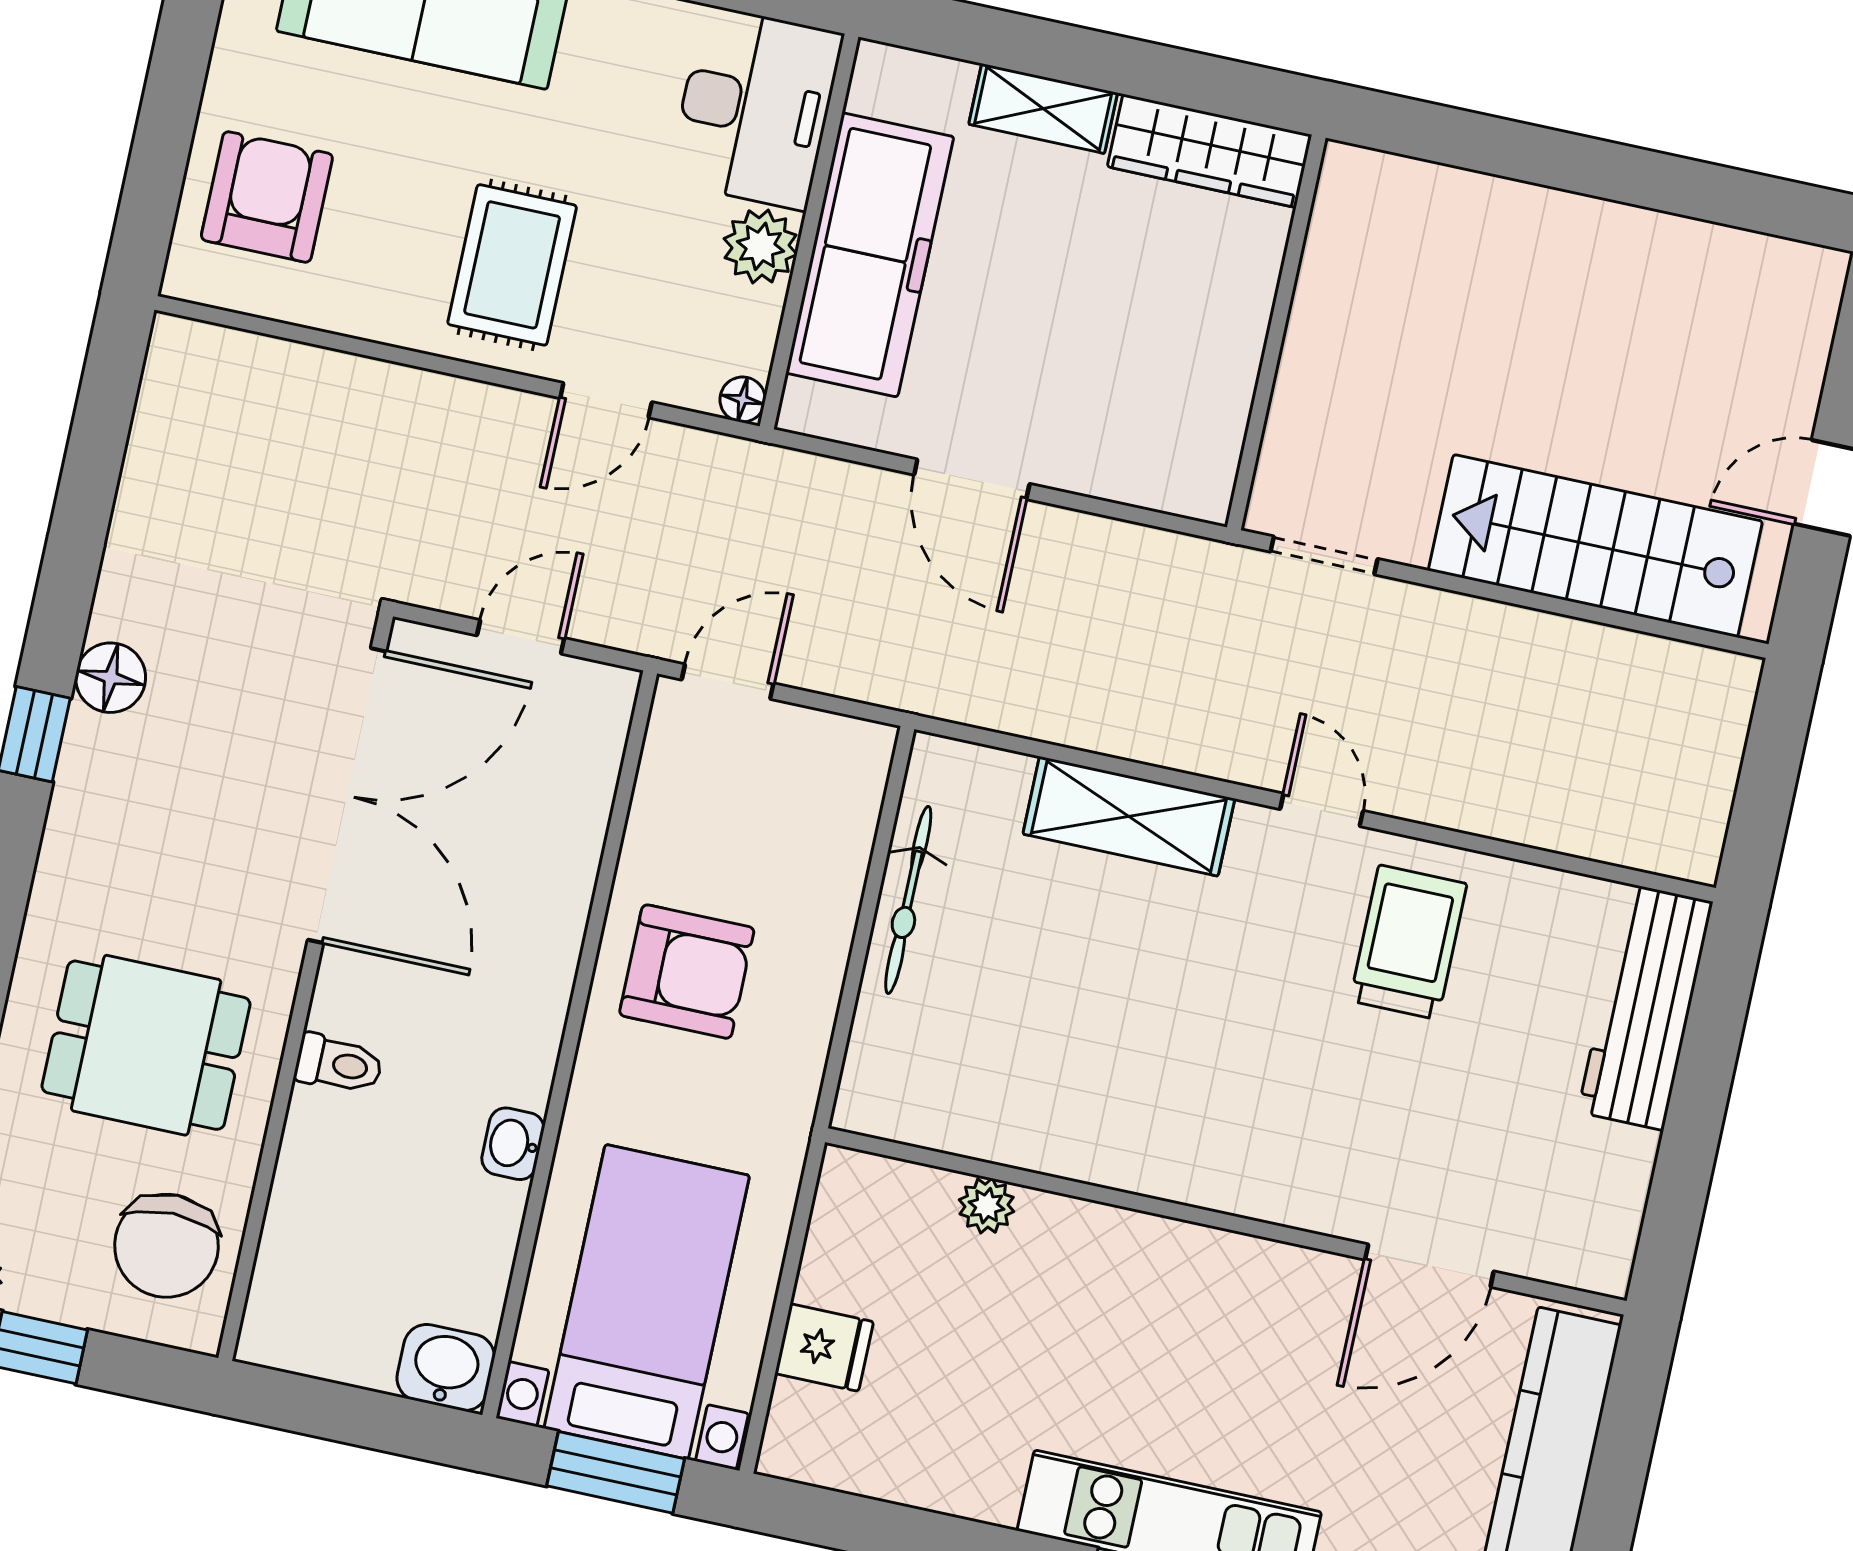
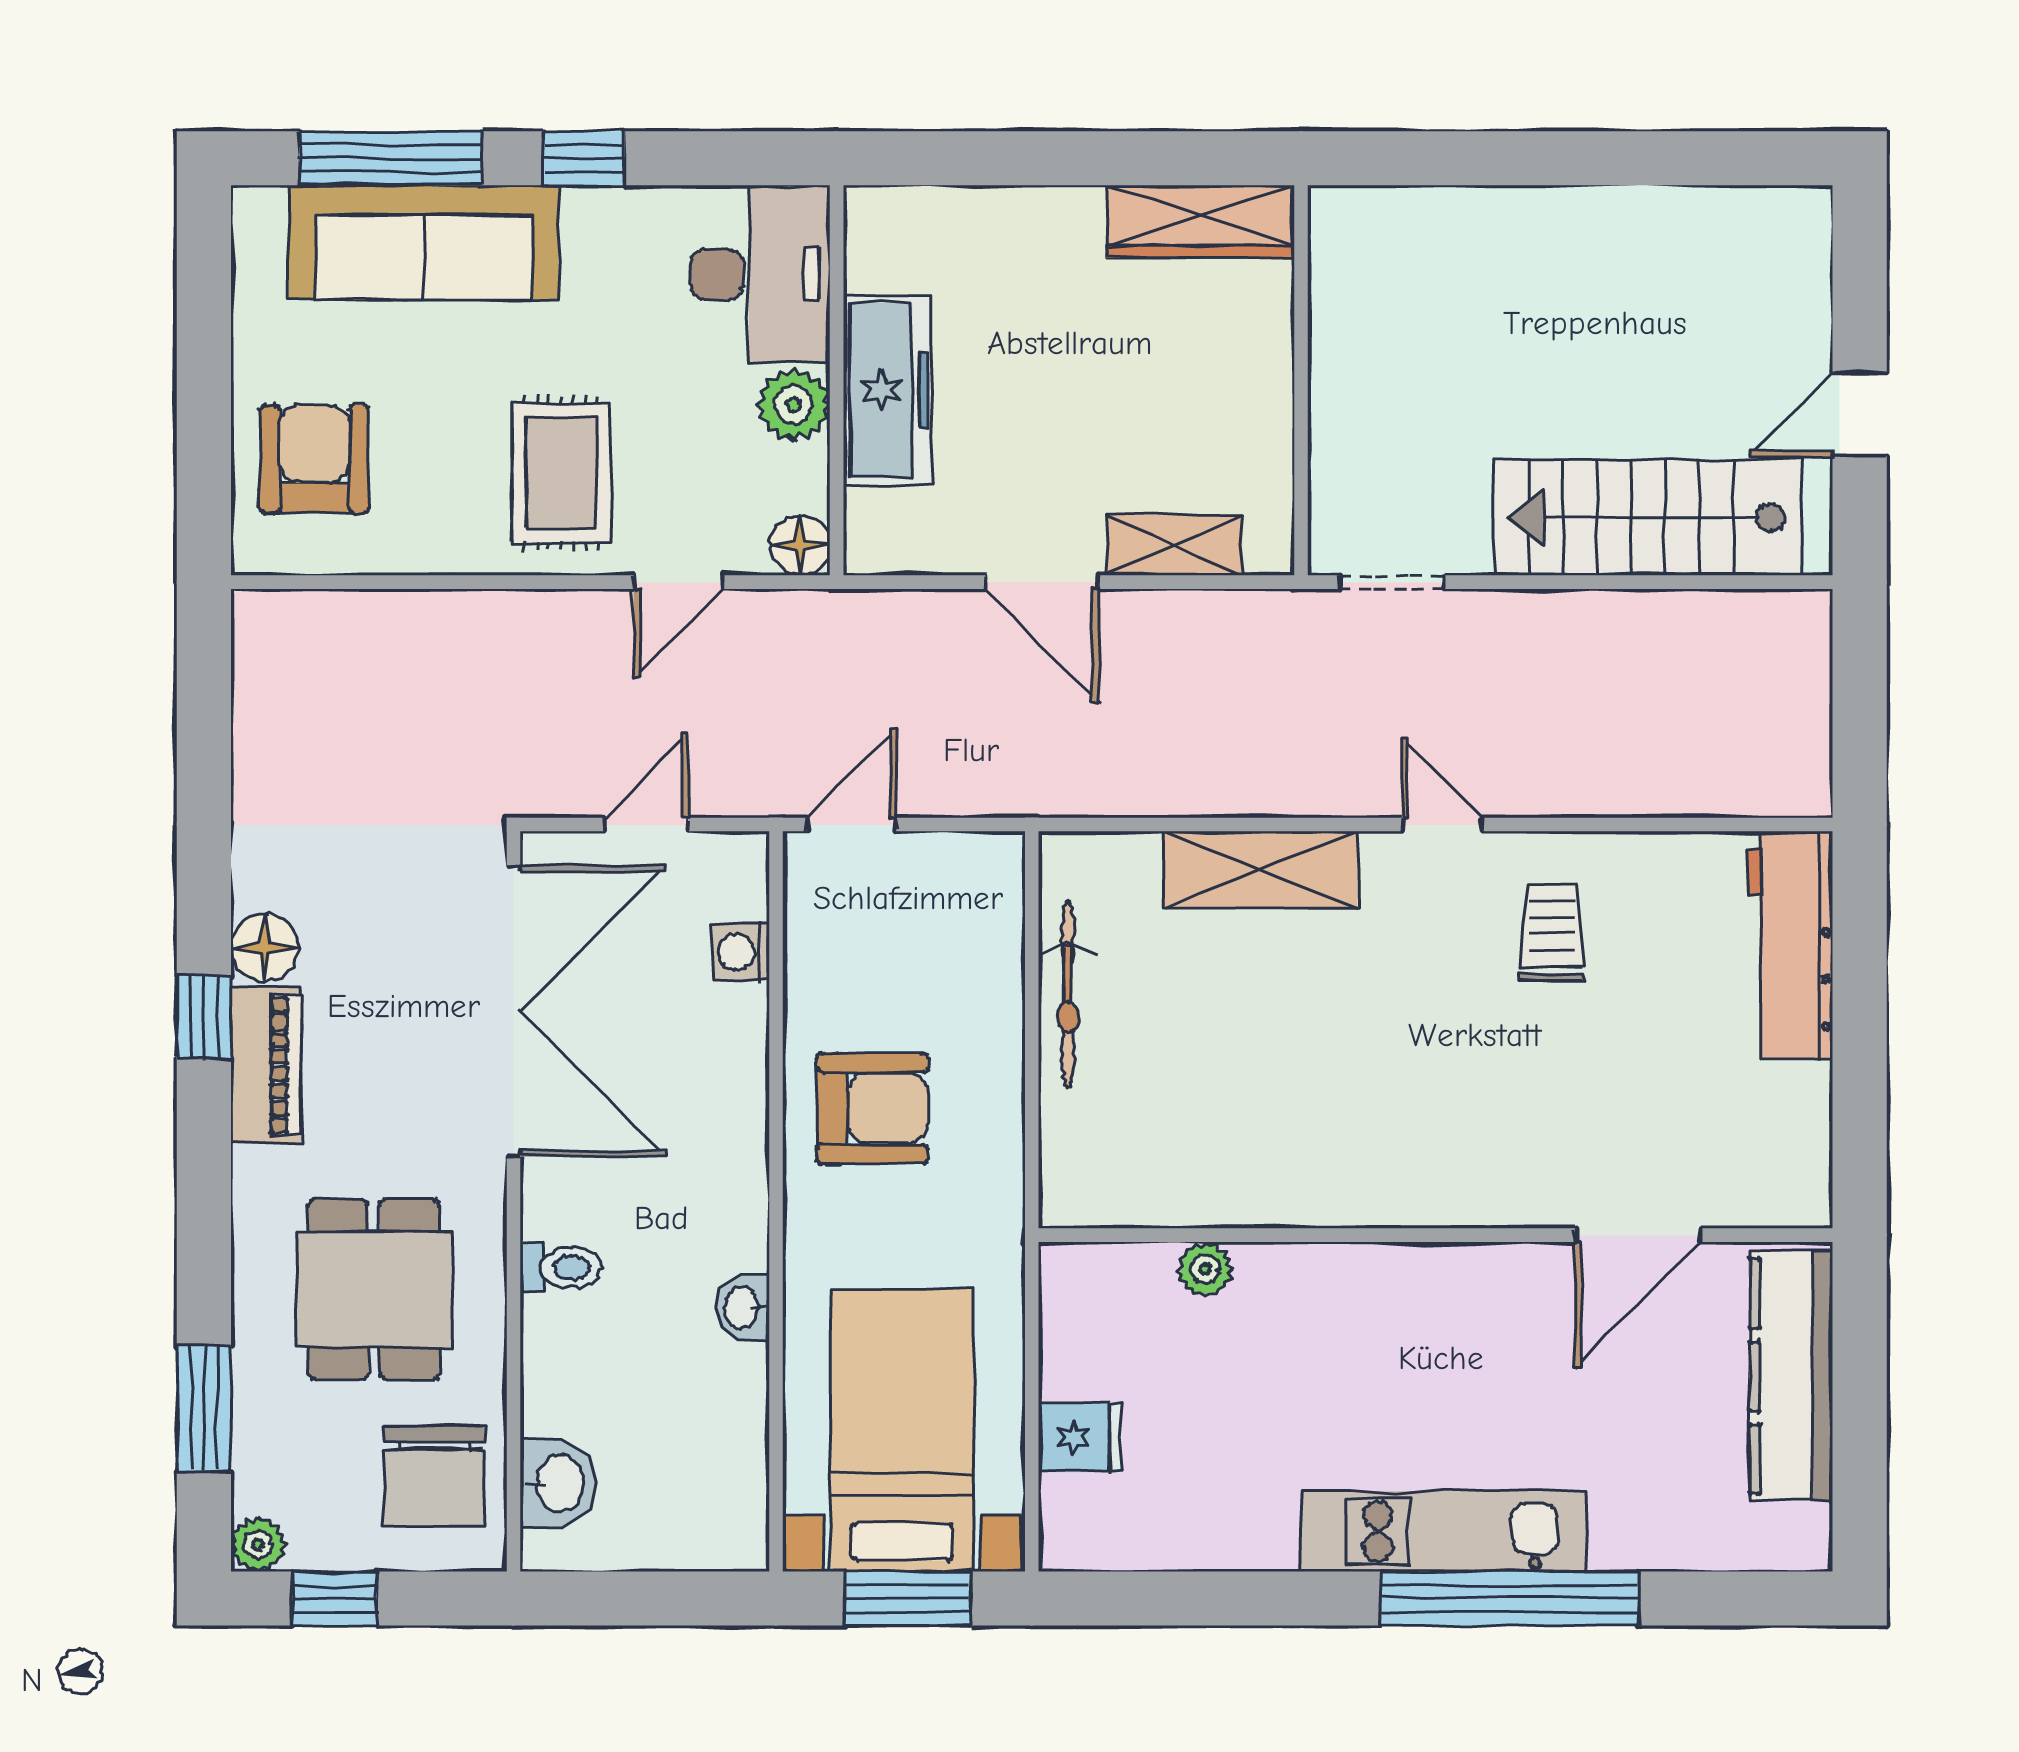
shelving: (1043, 108) -> (1175, 545), moved
freezer: (870, 255) -> (887, 390), width x0.73, depth x0.79
floor lamp: (743, 399) -> (800, 545), width x1.37, depth x1.37
washing machine: (589, 785) -> (741, 952), added
piano: (86, 796) -> (266, 1065), added
trolley: (1408, 942) -> (1552, 932), width x0.73, depth x0.72
dining table: (146, 1045) -> (374, 1289), turned 90
washbasin: (446, 1367) -> (558, 1483), moved, turned 90

